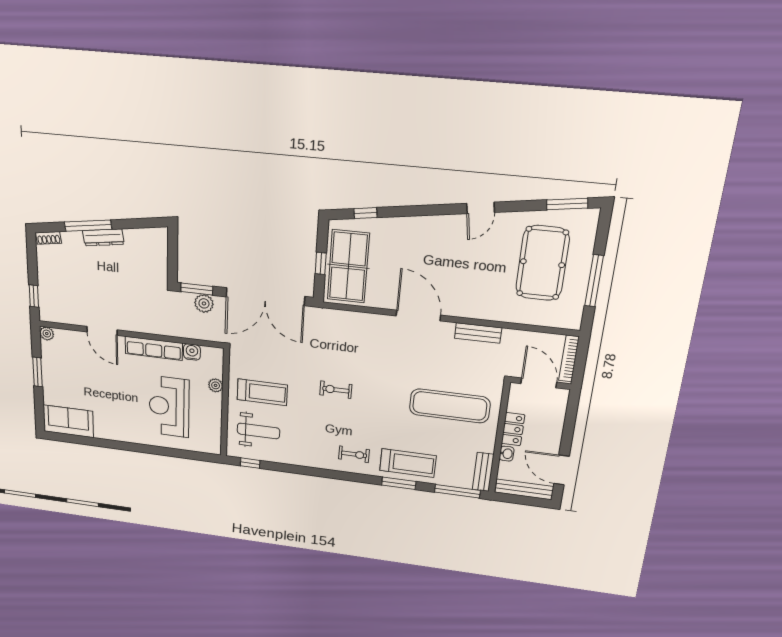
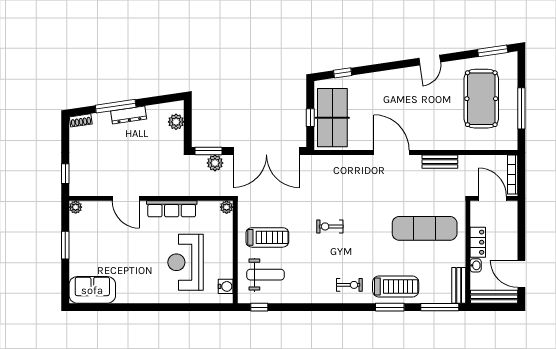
plant: (159, 251) -> (176, 122), added
water cooler: (192, 352) -> (226, 286), moved, turned 90
plant: (216, 385) -> (227, 207), moved

